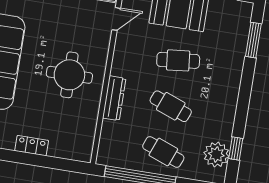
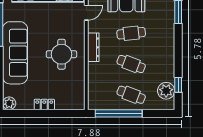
dresser: (114, 98) -> (93, 47), moved

